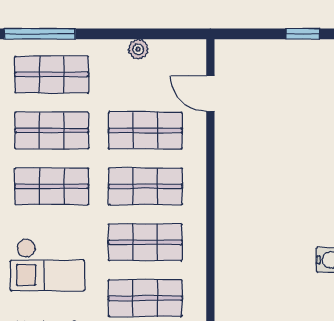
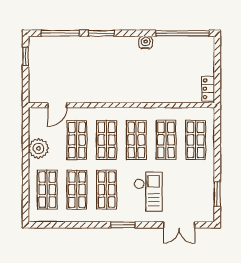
window: (40, 34) -> (26, 196), removed
plant: (138, 49) -> (38, 148), width x1.88, depth x1.88

